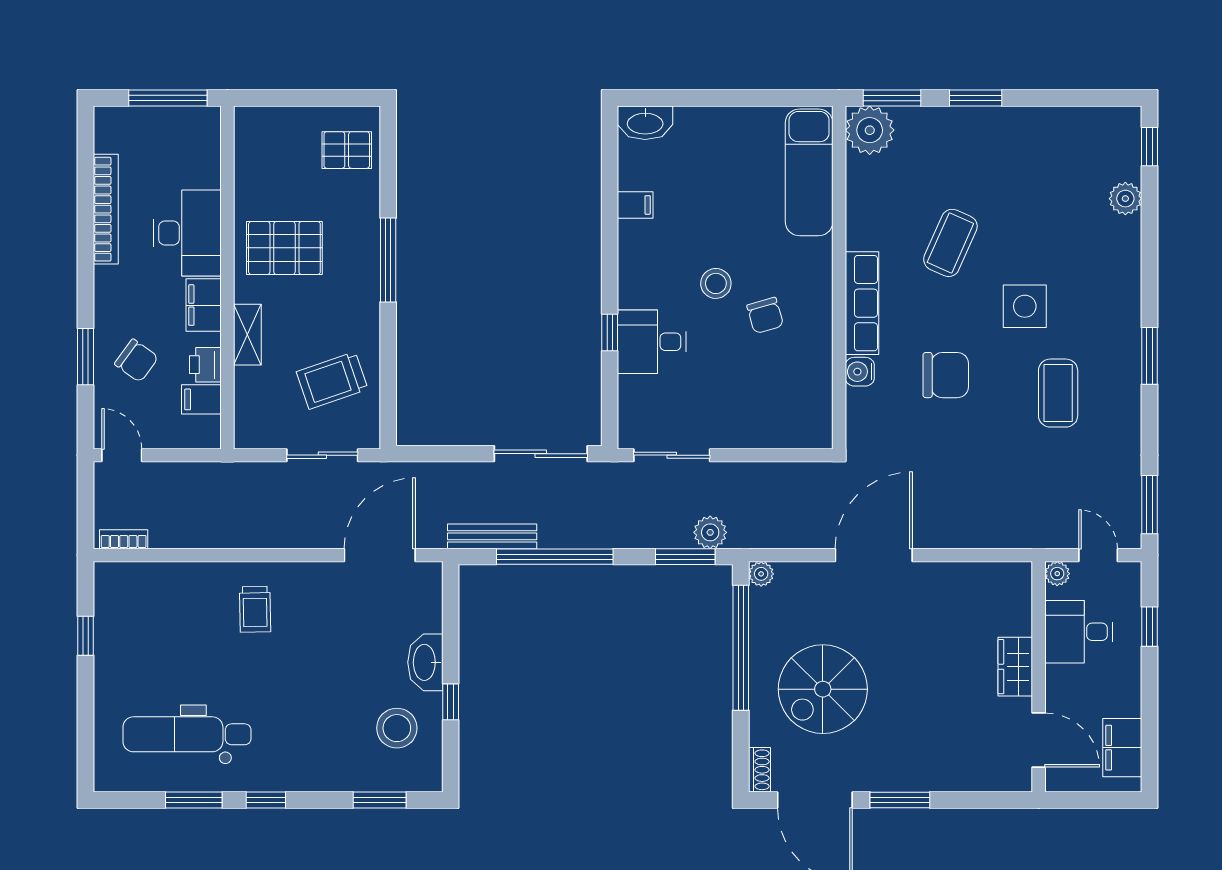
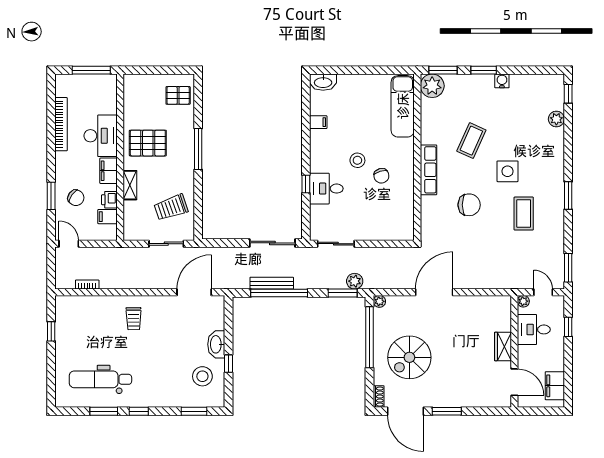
water cooler: (860, 372) -> (502, 81), moved, turned 90
bench: (492, 536) -> (272, 283), moved
bookcase: (124, 539) -> (87, 285), moved

